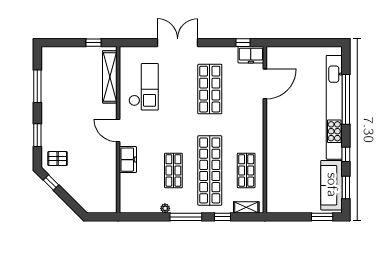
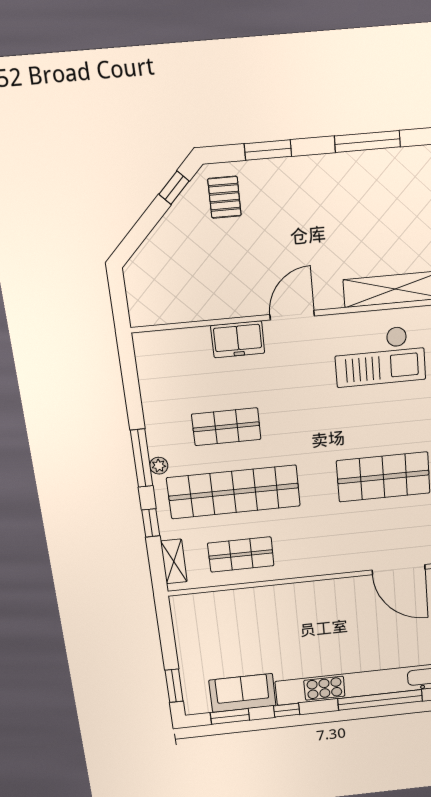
sofa: (332, 185) -> (242, 693), width x0.73
plant: (165, 208) -> (159, 466), moved

